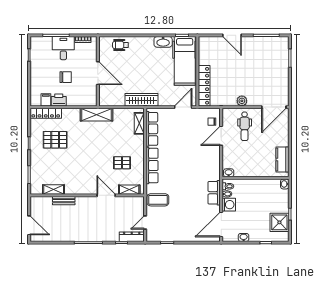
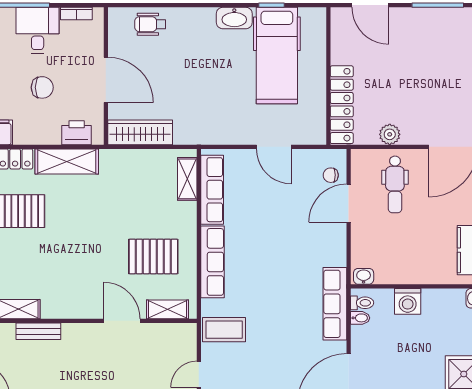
wall: (197, 71) -> (328, 76), moved
locker: (204, 86) -> (342, 105), moved
printer: (59, 100) -> (77, 133), moved
wardrobe: (141, 100) -> (140, 132), moved
door: (183, 107) -> (274, 147), swing flipped
shelving: (97, 115) -> (67, 161), moved
pallet: (122, 163) -> (153, 256), width x1.50, depth x1.42
row of seats: (214, 193) -> (335, 304), width x1.48
washing machine: (229, 205) -> (408, 301), moved, turned 90

